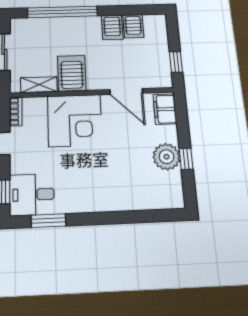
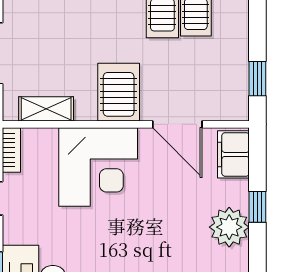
server rack: (72, 73) -> (119, 92), moved
window: (186, 159) -> (257, 207), moved

